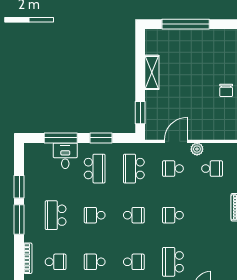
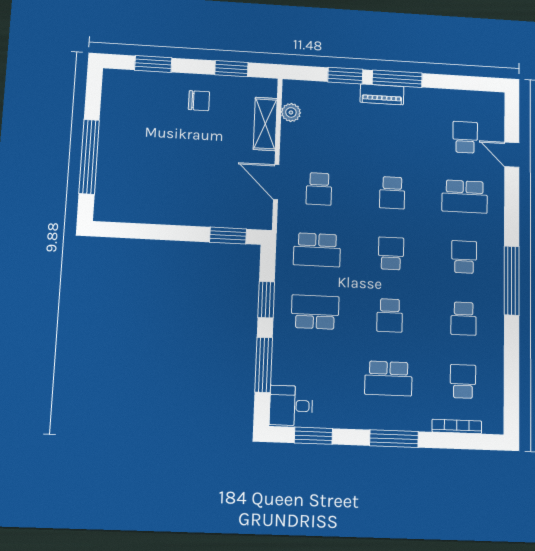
shelving: (152, 72) -> (265, 124), moved, turned 90
plant: (197, 149) -> (291, 112), moved
desk: (65, 156) -> (291, 406), moved
school desk: (212, 169) -> (465, 137), moved
window: (19, 187) -> (313, 436), moved

